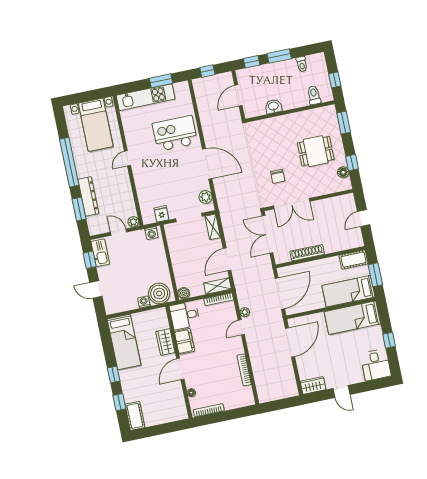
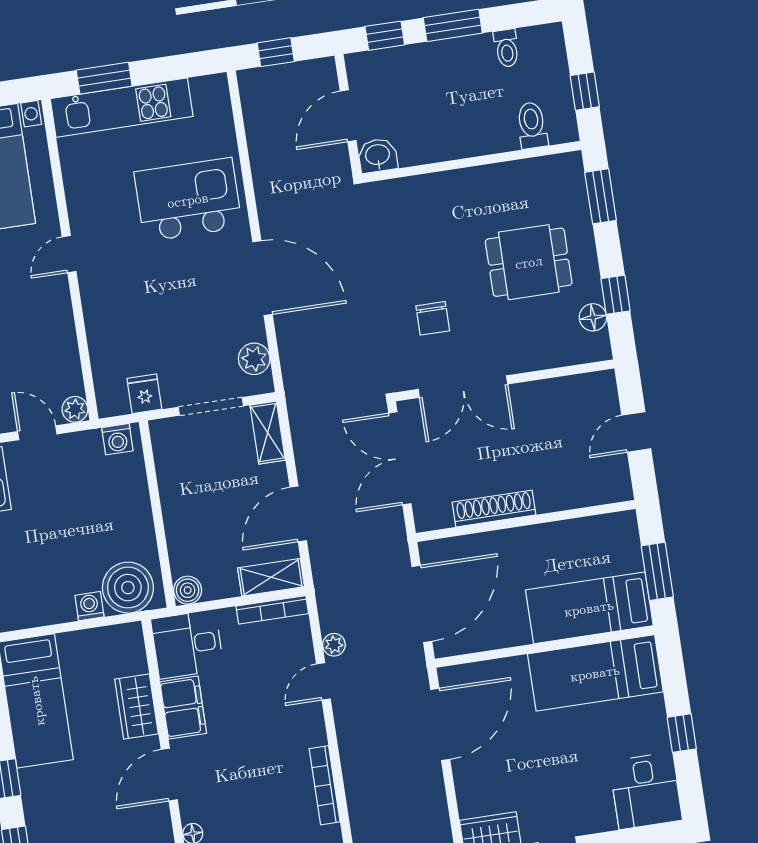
window: (161, 81) -> (104, 78), moved
washbasin: (273, 106) -> (378, 155), moved
cot: (354, 260) -> (606, 531), removed

